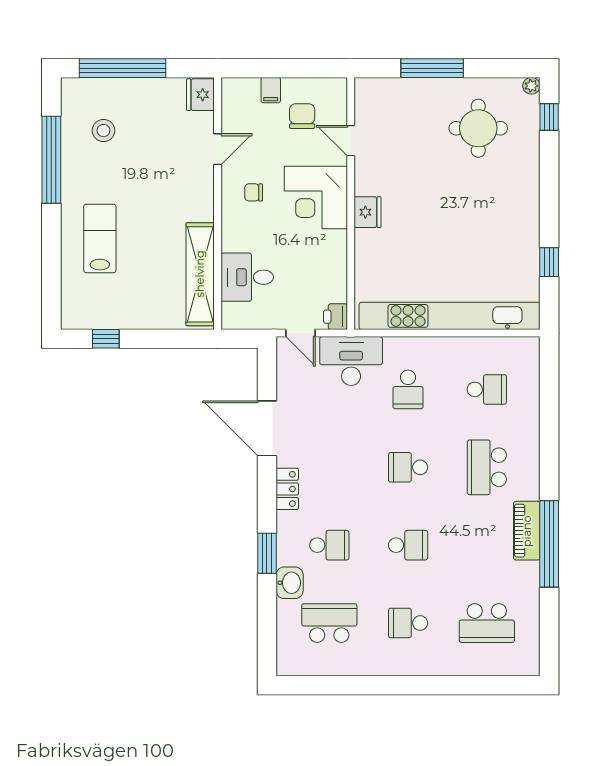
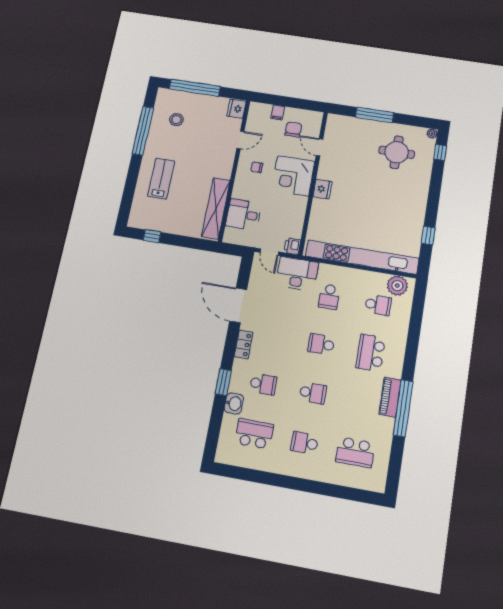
plant: (512, 353) -> (397, 286), added

